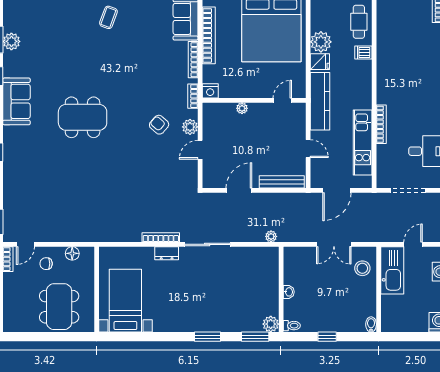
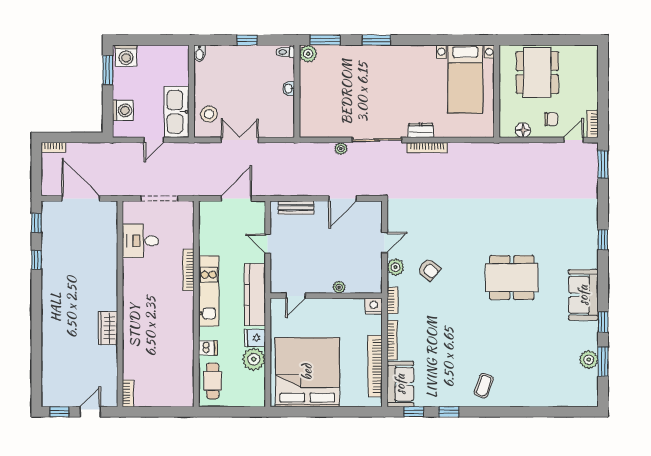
kitchen unit: (363, 143) -> (209, 291), moved
bench: (282, 182) -> (296, 208), width x0.73
plant: (271, 236) -> (341, 149), moved

